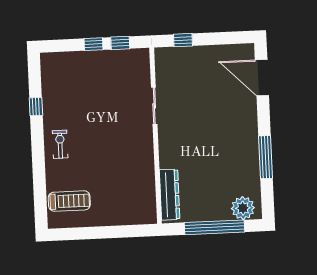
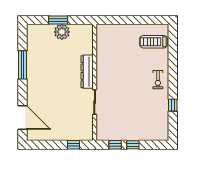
dresser: (170, 195) -> (87, 72), moved
plant: (243, 208) -> (62, 32), moved
window: (214, 227) -> (58, 20), width x0.47

